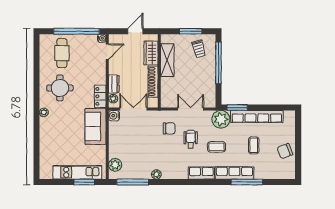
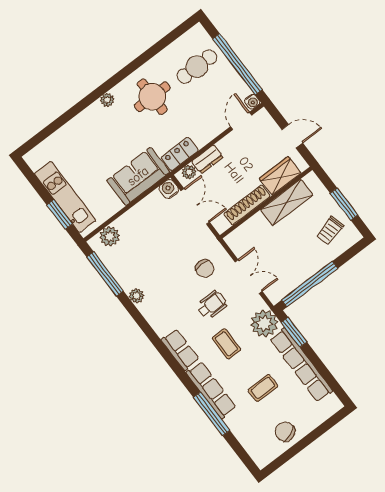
door: (107, 52) -> (241, 121), swing flipped
window: (218, 63) -> (310, 284), moved

